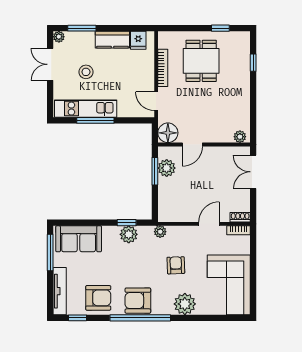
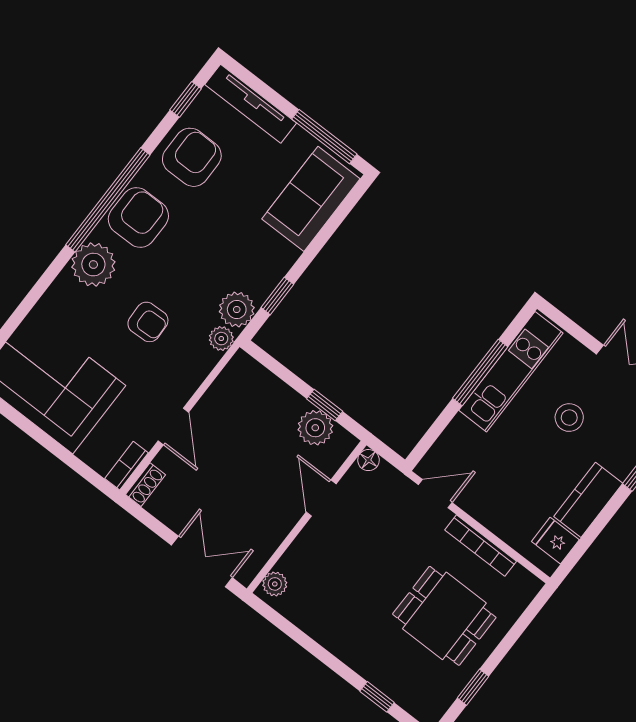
floor lamp: (168, 133) -> (368, 460), width x0.53, depth x0.53
window: (155, 171) -> (325, 405), width x0.67
plant: (129, 234) -> (237, 310), moved
armchair: (98, 298) -> (192, 157), turned 180
plant: (185, 304) -> (93, 265), moved

